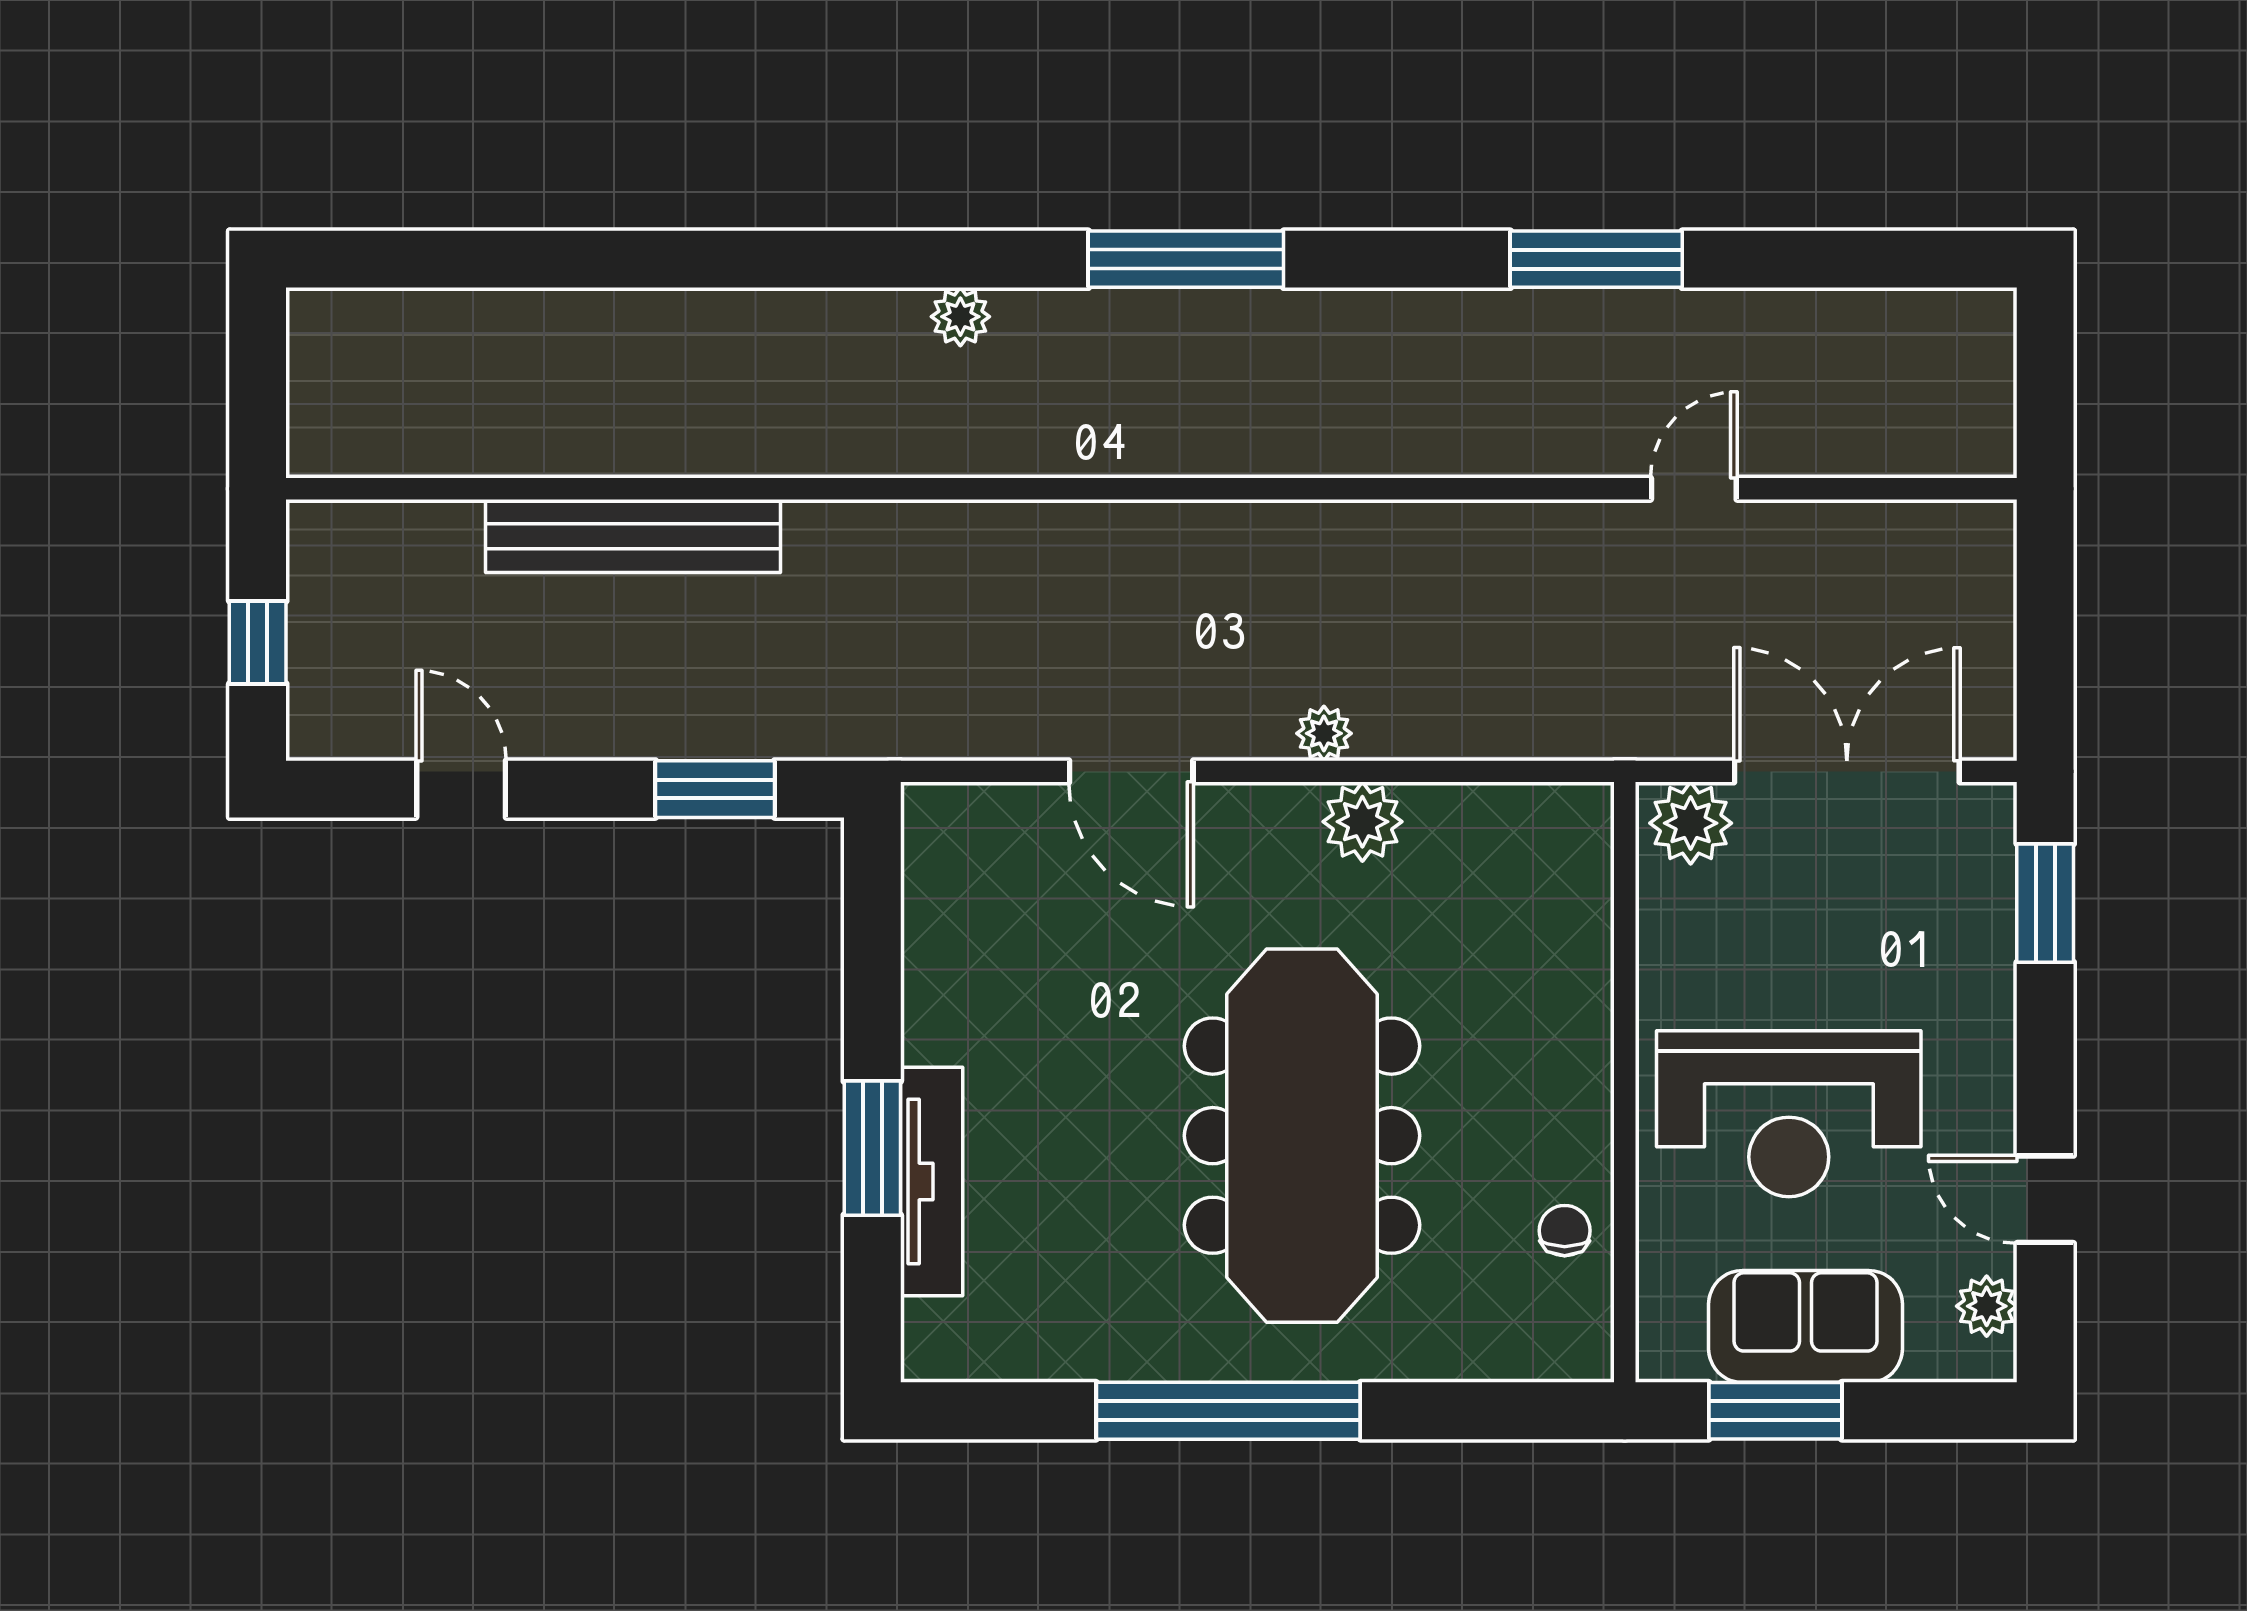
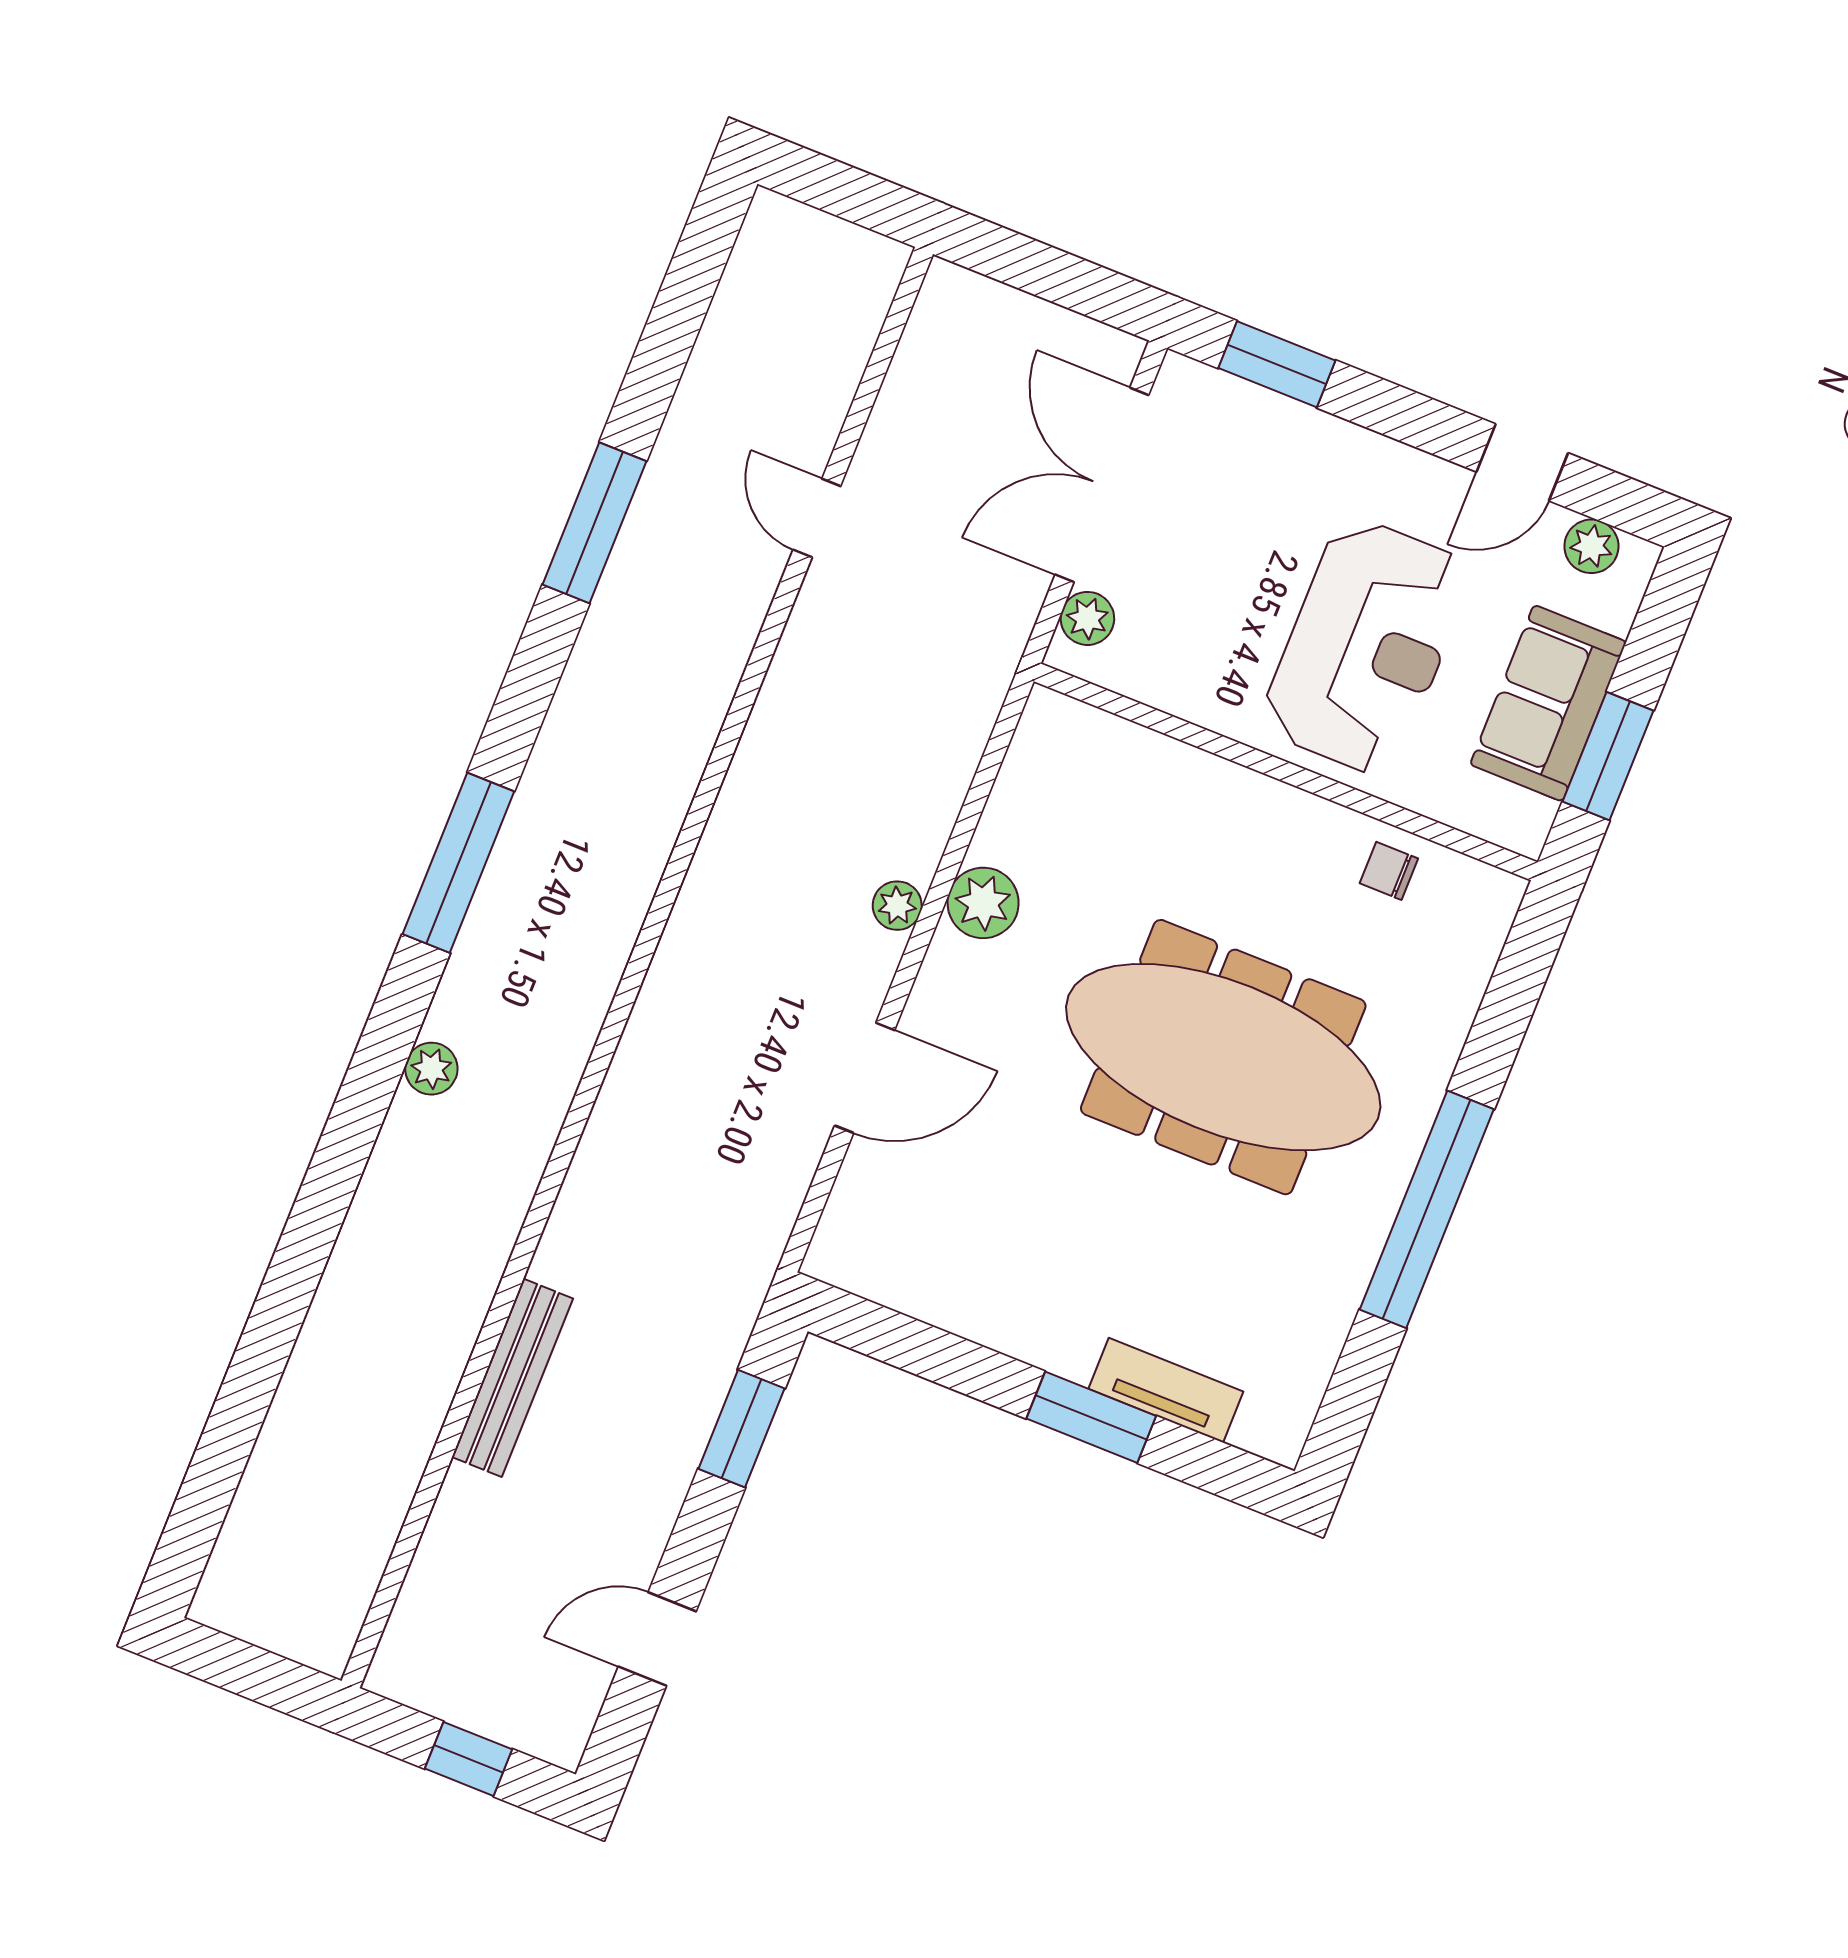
bench: (633, 536) -> (512, 1378), width x0.73, depth x0.82
plant: (1691, 823) -> (1087, 618), width x0.73, depth x0.73
tv unit: (932, 1181) -> (1166, 1390), width x0.71

